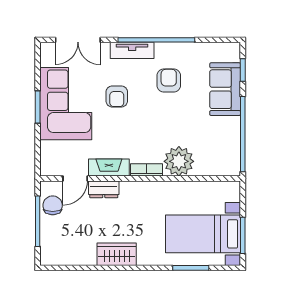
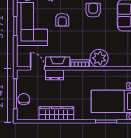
door: (75, 179) -> (37, 68), swing flipped
chair: (53, 205) -> (24, 99), moved
wardrobe: (117, 254) -> (56, 113), width x1.50

